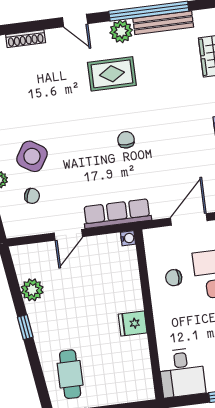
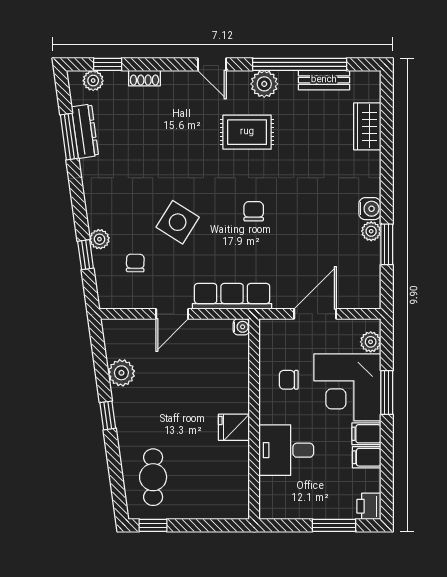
bench: (163, 23) -> (324, 80), width x0.73
shoe rack: (26, 39) -> (144, 78), width x0.70
side table: (32, 156) -> (178, 222), moved
chair: (32, 196) -> (135, 263), turned -107
desk: (182, 373) -> (286, 450), moved, turned 90

